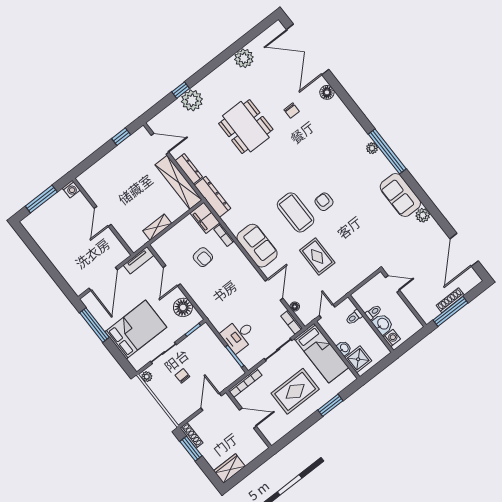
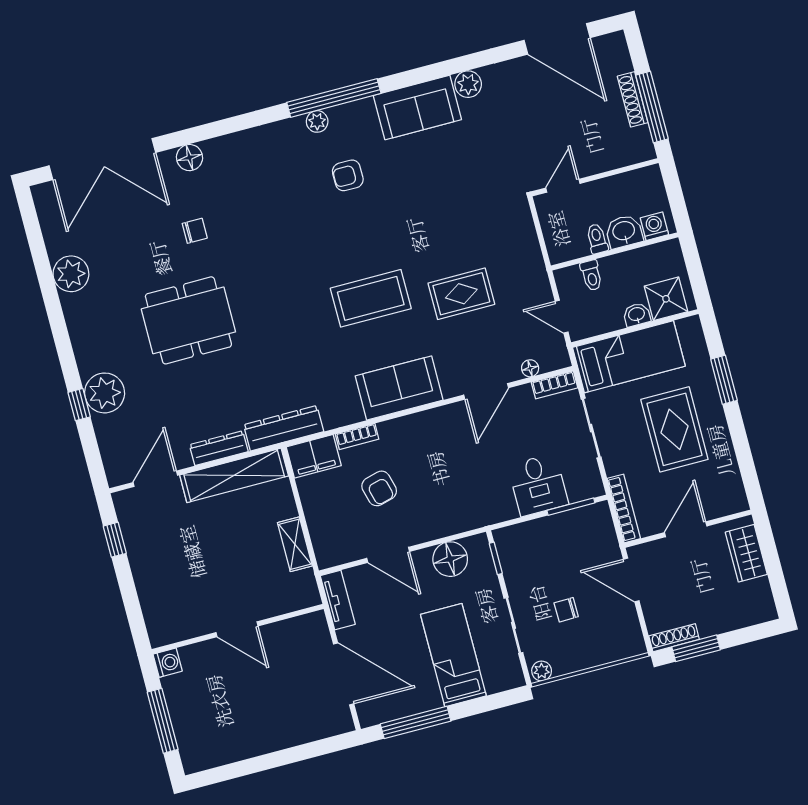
armchair: (324, 202) -> (348, 175), moved
armchair: (203, 257) -> (379, 488), turned 81
door: (274, 290) -> (486, 391), swing flipped
bed: (136, 330) -> (453, 655), width x0.67
wardrobe: (229, 469) -> (746, 553), moved

